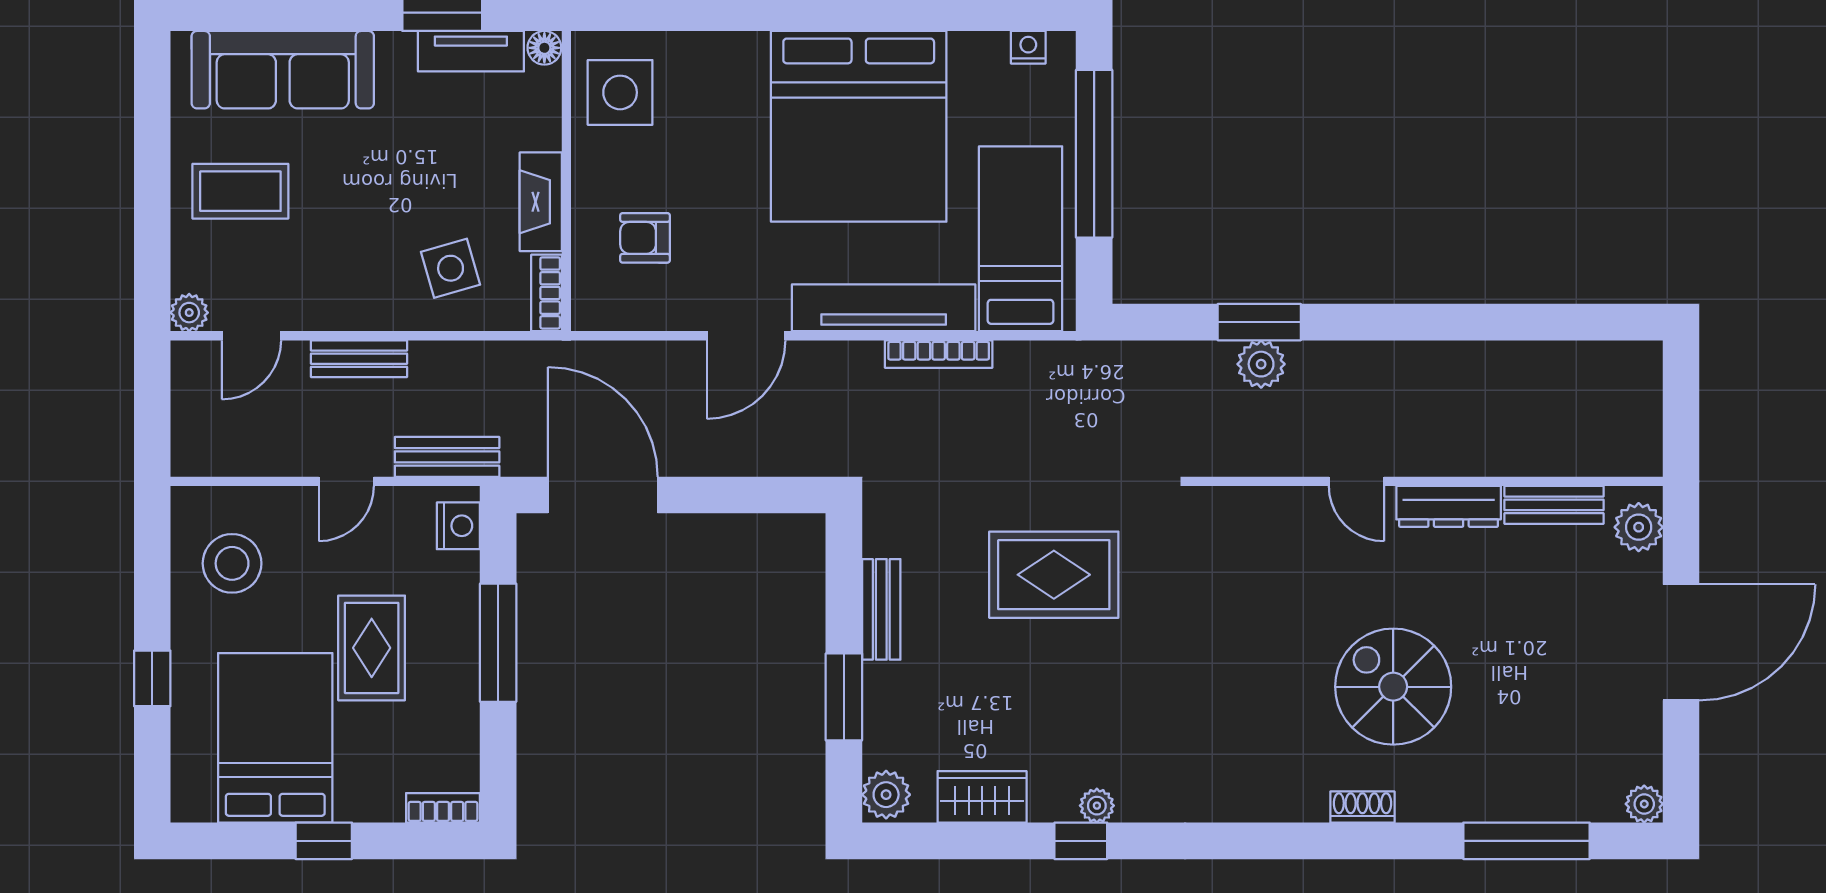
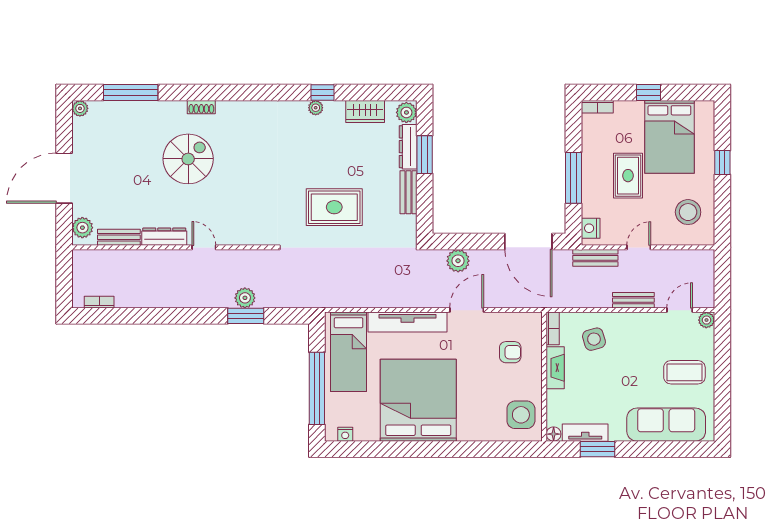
bookcase: (939, 354) -> (99, 302), moved, width x0.64
plant: (766, 450) -> (458, 261), added
spiral stairs: (1393, 687) -> (188, 159), turned -90
dresser: (882, 715) -> (408, 147), added

